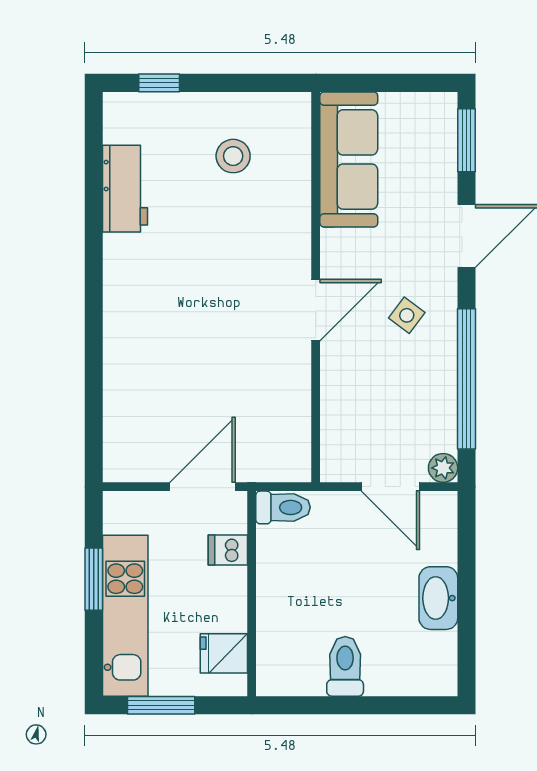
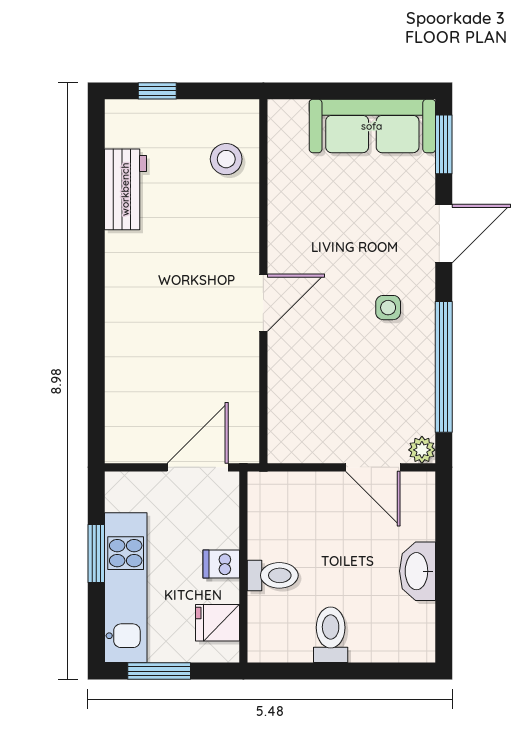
sofa: (349, 159) -> (372, 126), moved, turned 90
wall: (316, 287) -> (263, 281), moved
door: (316, 310) -> (263, 303), moved
side table: (407, 315) -> (388, 308), turned -37
toilet: (283, 507) -> (273, 575), moved
dishwasher: (228, 550) -> (221, 564), moved

